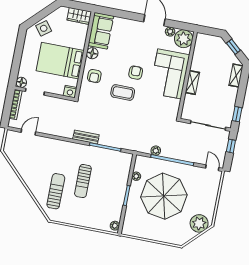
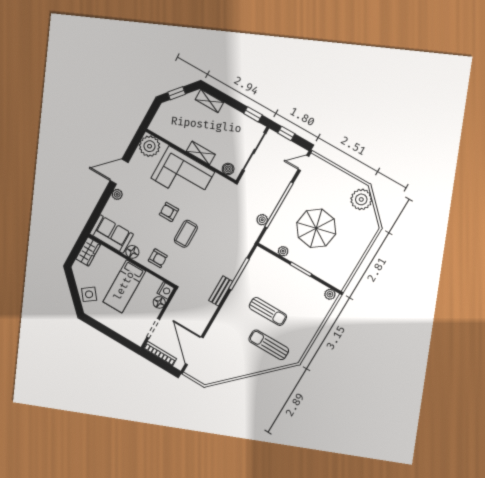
plant: (170, 32) -> (117, 194), moved
bed: (60, 61) -> (124, 286), width x0.67
floor lamp: (21, 82) -> (159, 302), moved
boiler: (187, 109) -> (228, 169), added
door: (28, 132) -> (194, 351), width x1.87
parasol: (164, 196) -> (316, 228), width x0.73, depth x0.73

